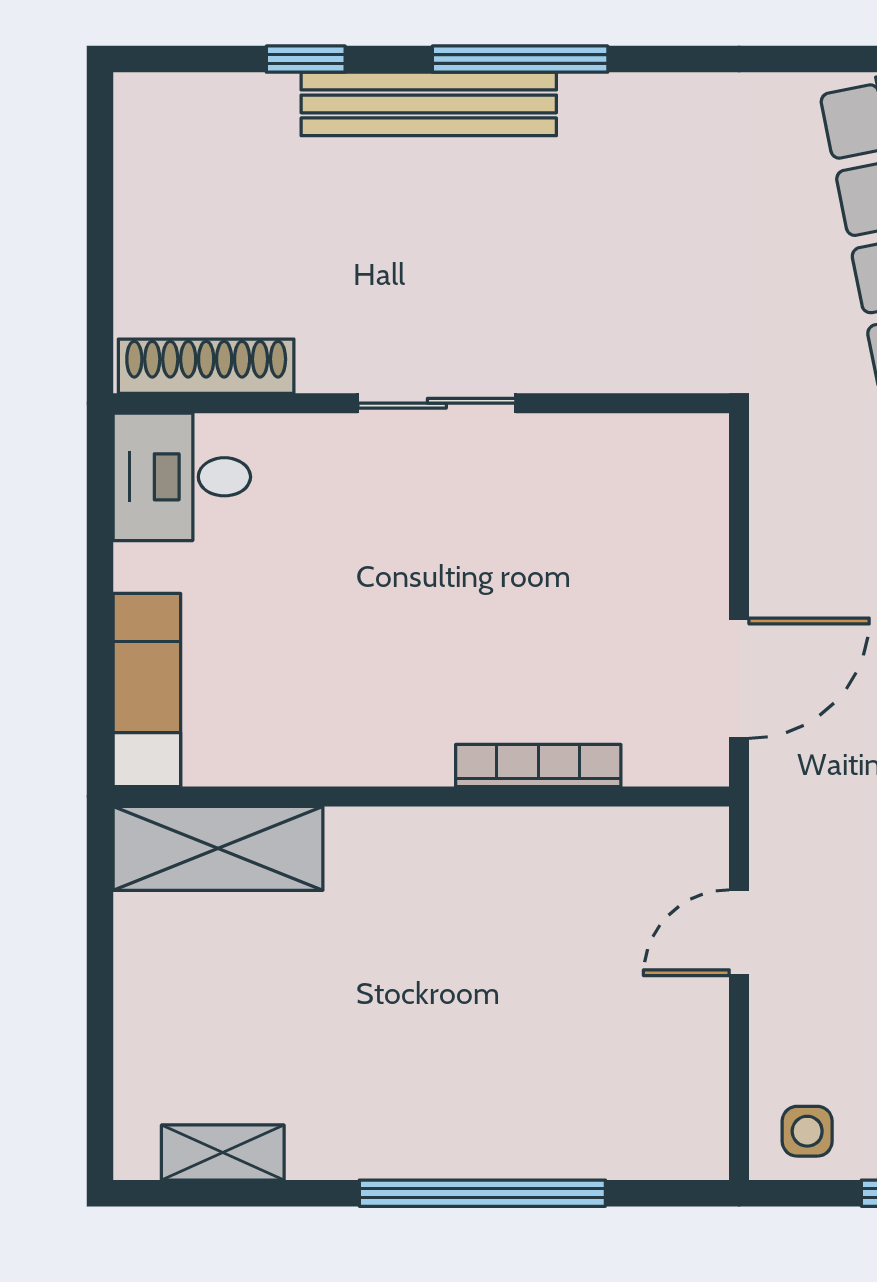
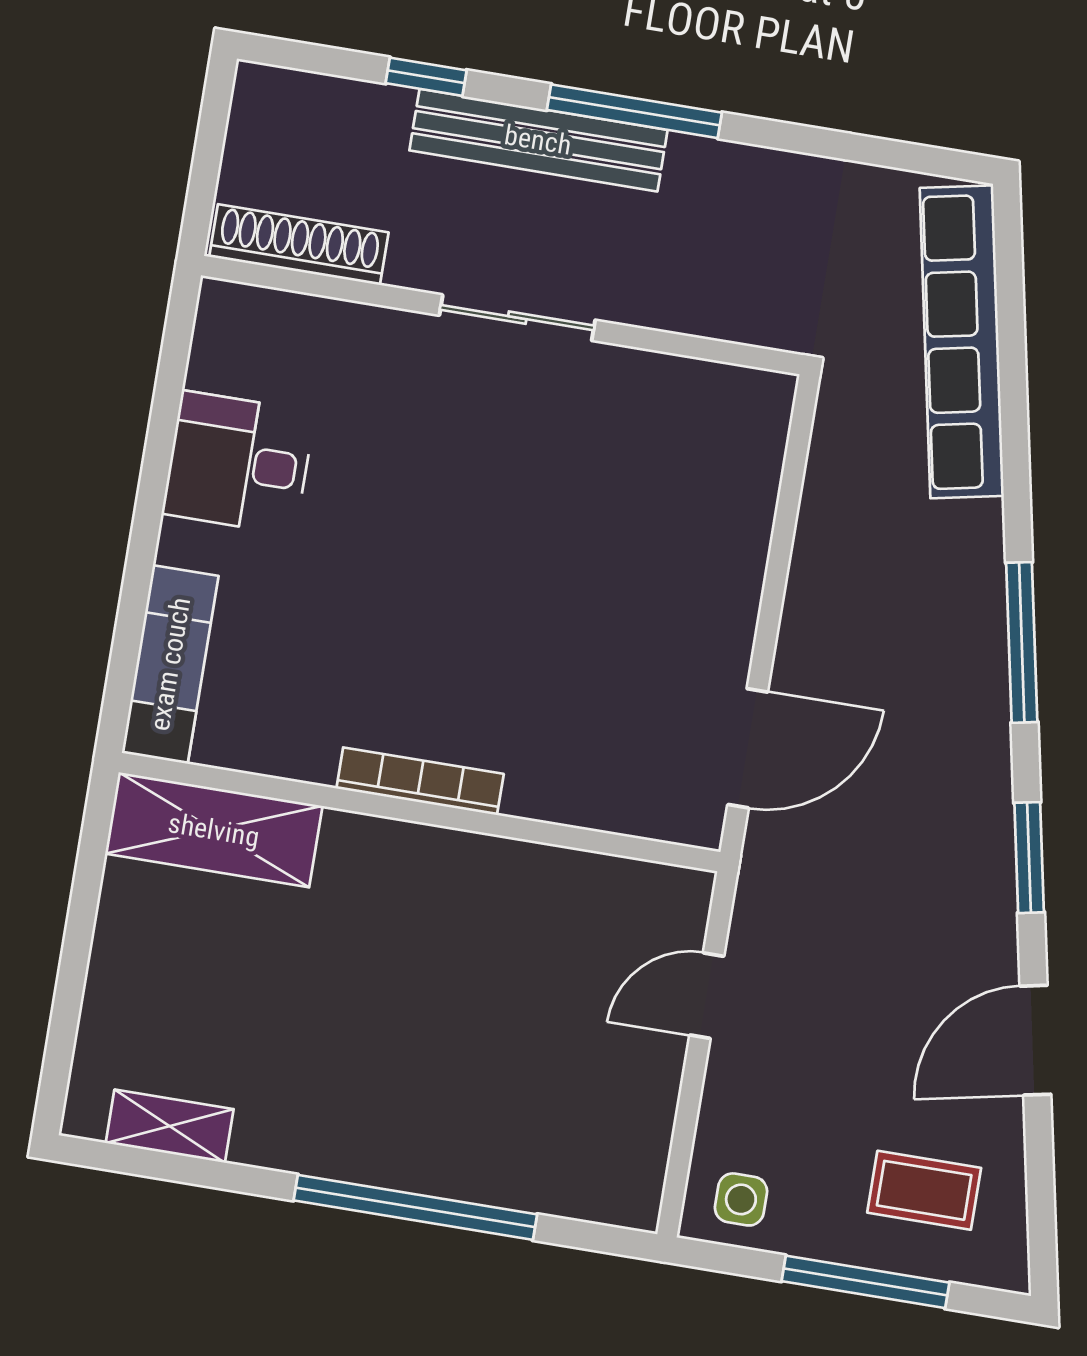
shoe rack: (206, 366) -> (299, 245), moved
wall: (421, 403) -> (502, 315), moved
sliding door: (437, 403) -> (517, 318), moved
bookcase: (538, 766) -> (420, 781), moved

